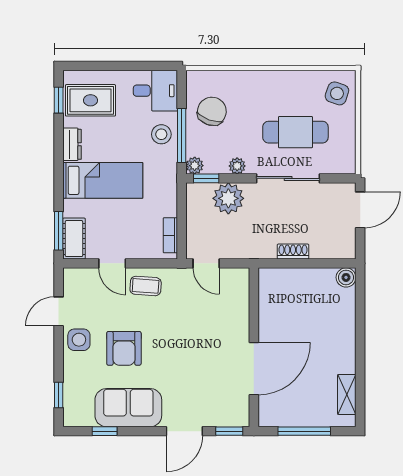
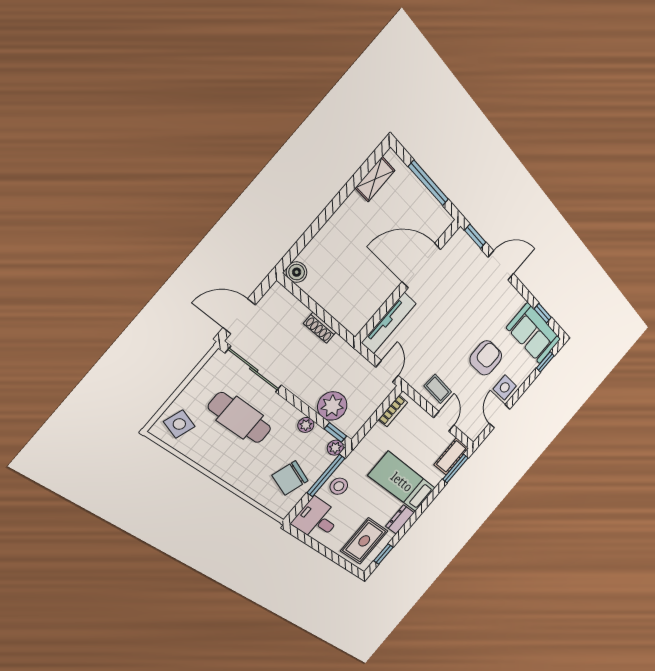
rug: (90, 100) -> (364, 541), turned 90
sliding door: (288, 178) -> (254, 370), moved
tv unit: (240, 302) -> (389, 323), added
door: (59, 311) -> (500, 416), swing flipped
sofa: (128, 408) -> (534, 334), moved

